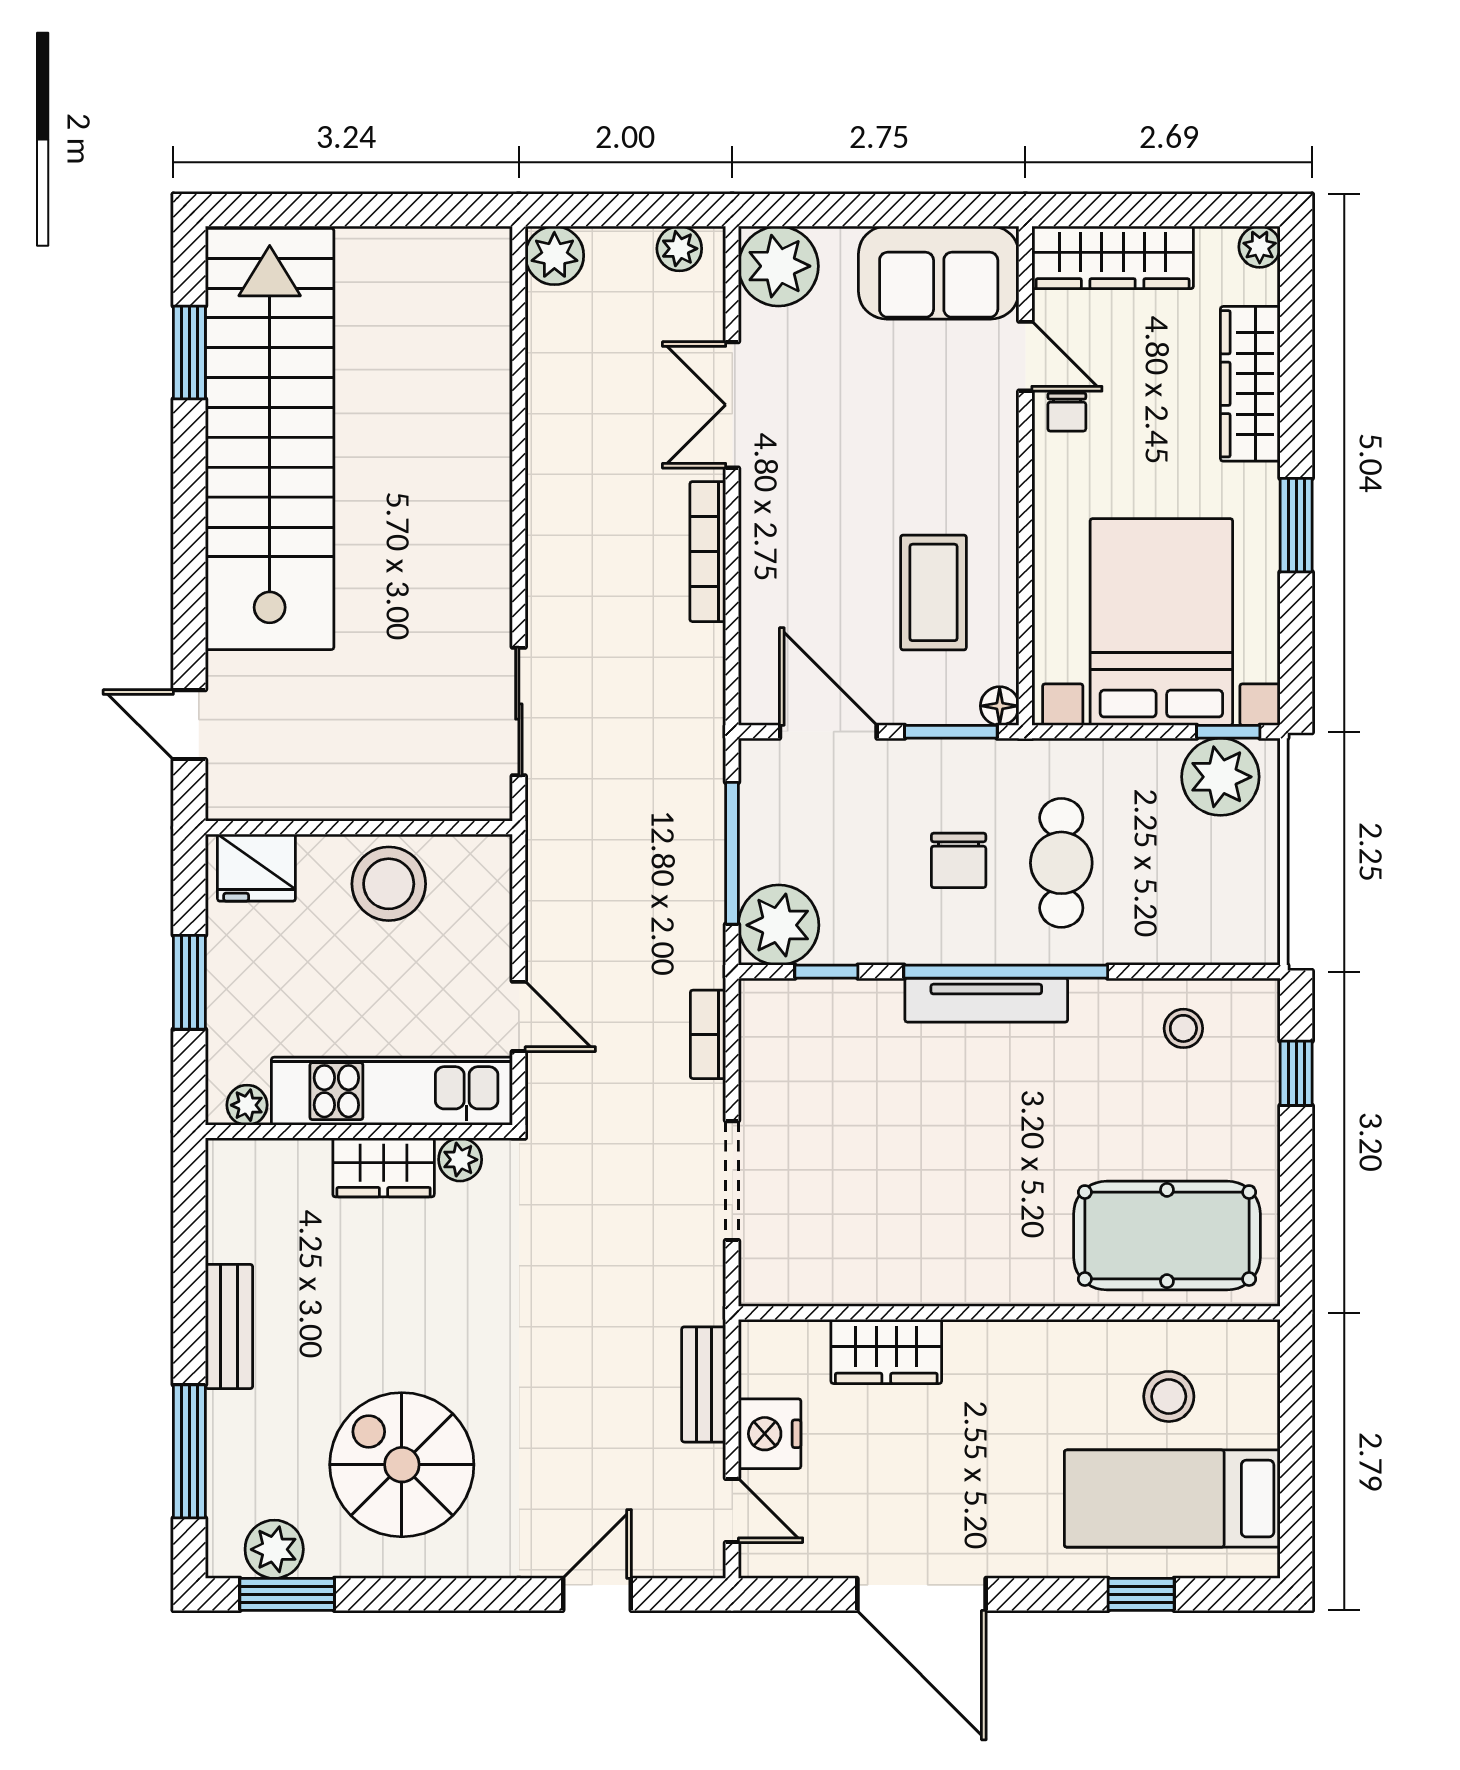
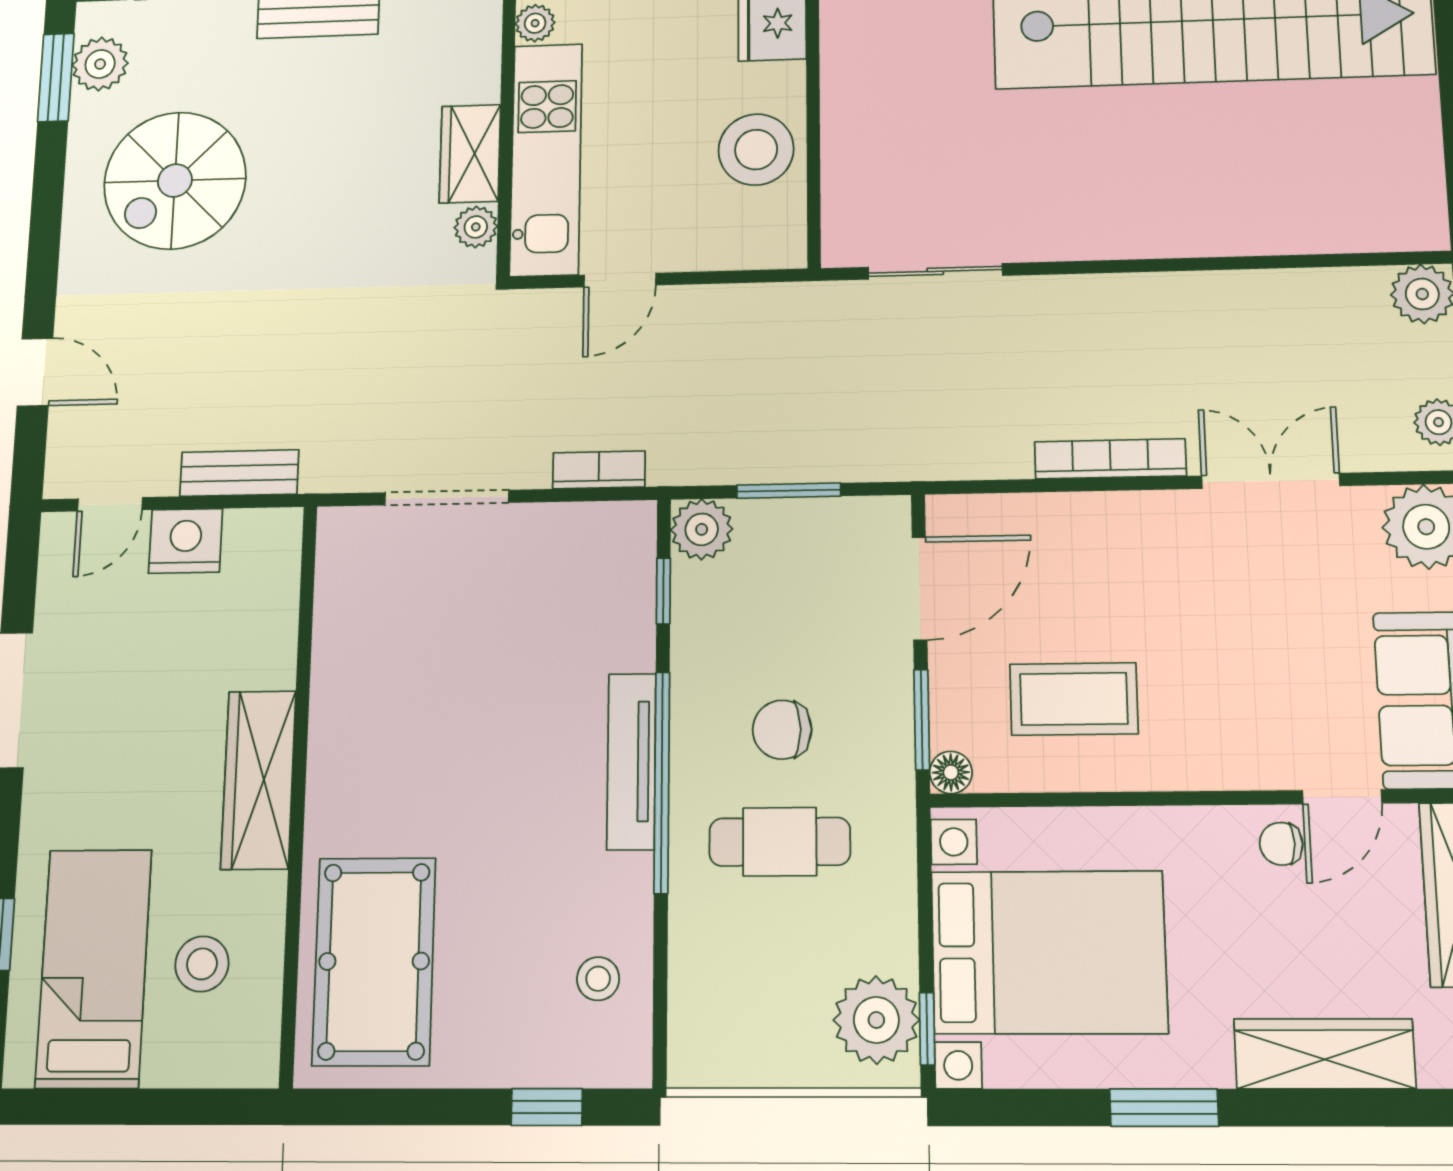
window: (732, 853) -> (789, 491), width x0.69
plant: (779, 925) -> (702, 529), width x0.73, depth x0.73
wardrobe: (886, 1351) -> (258, 780), moved, width x1.50
spiral stairs: (402, 1465) -> (175, 181), turned 180

